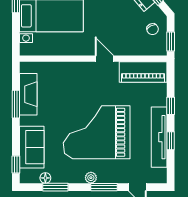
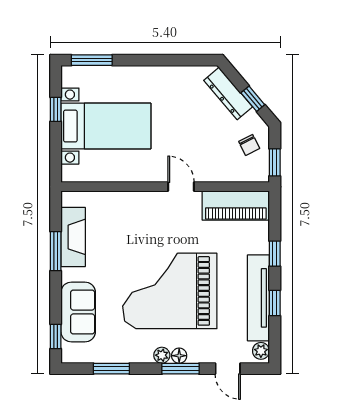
plant: (161, 175) -> (261, 351), added
floor lamp: (45, 178) -> (179, 356), moved

